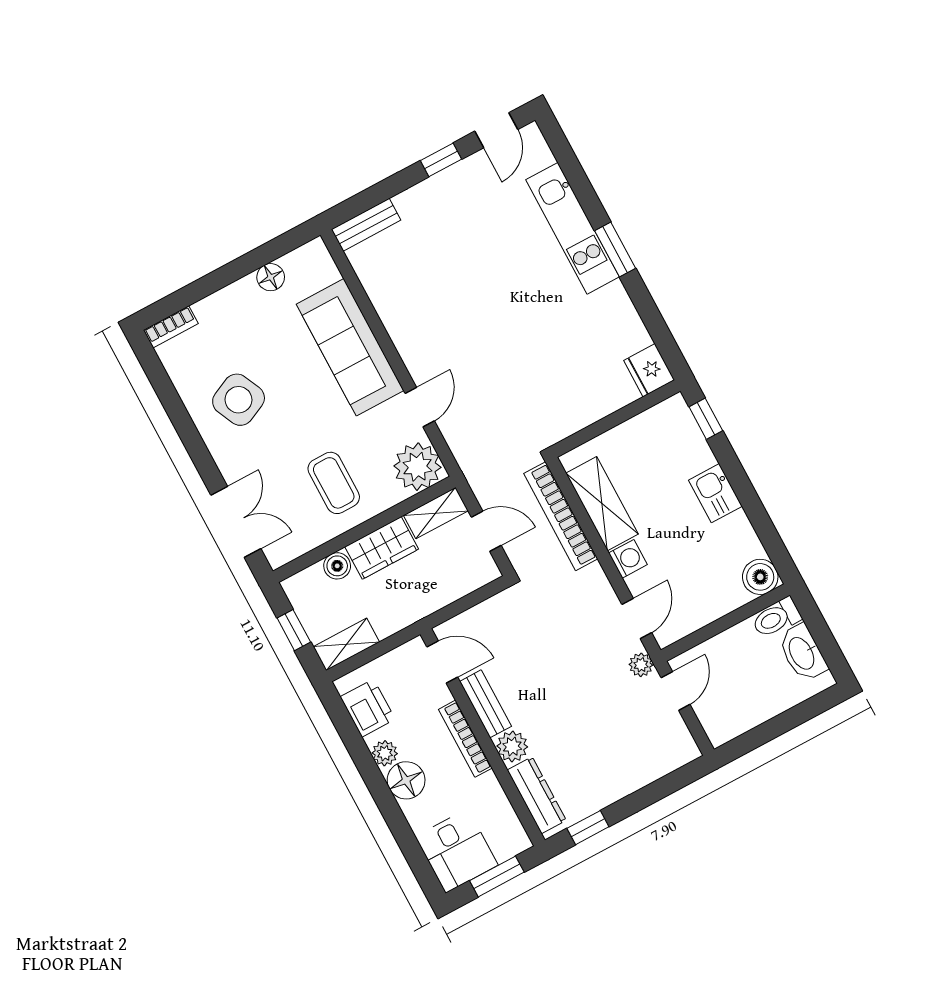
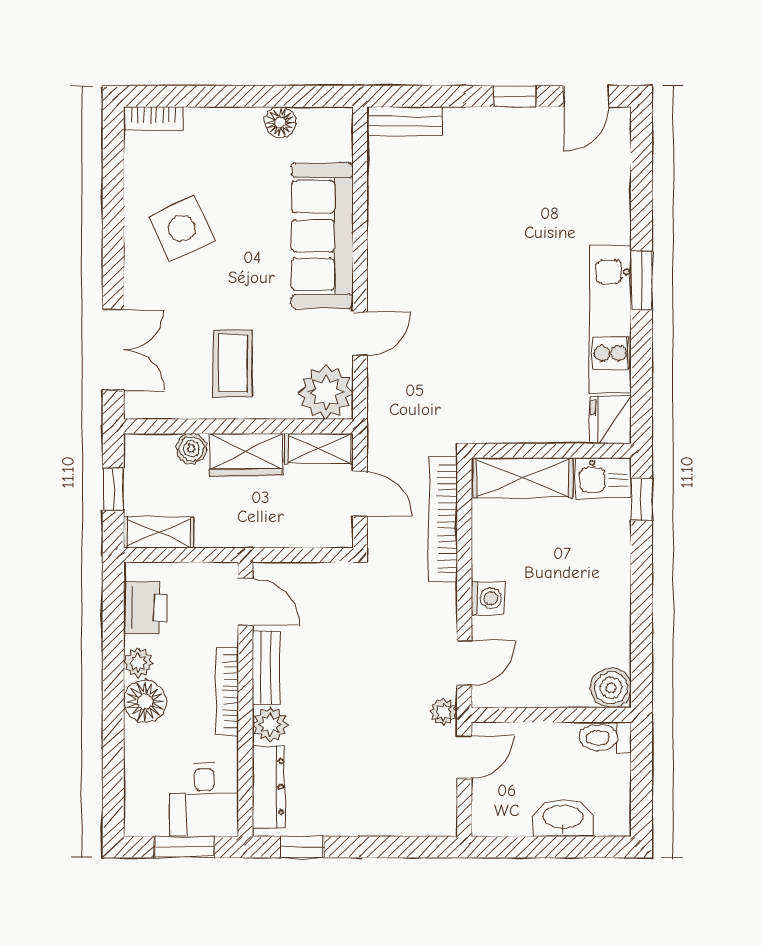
kitchen unit: (573, 228) -> (610, 319), moved
kitchen sink: (715, 493) -> (603, 478), moved, turned -90
shelving: (602, 504) -> (523, 478), moved, turned 90
washbasin: (802, 653) -> (563, 818), moved, turned 90
desk: (457, 851) -> (204, 800), moved

